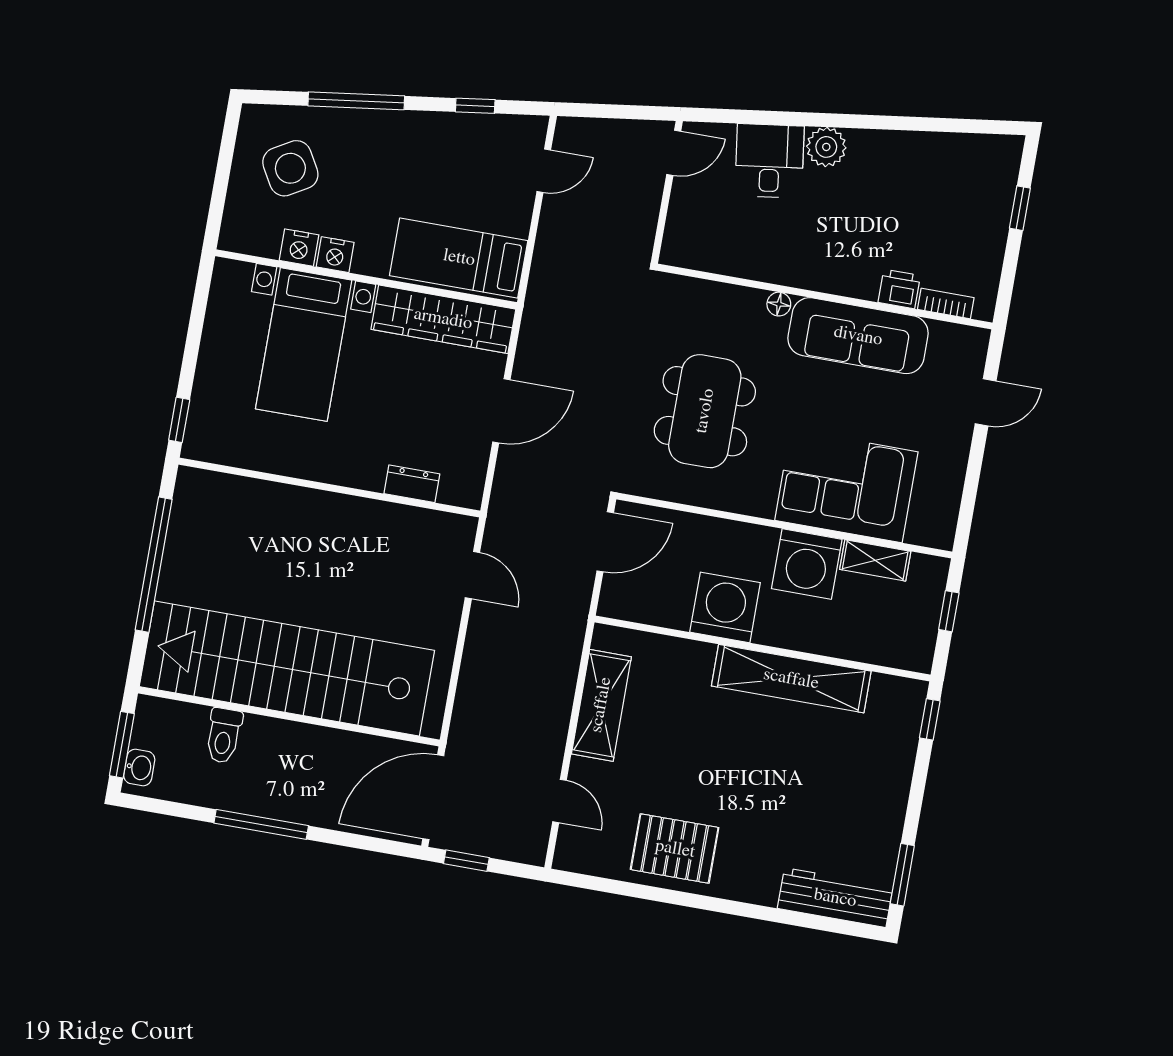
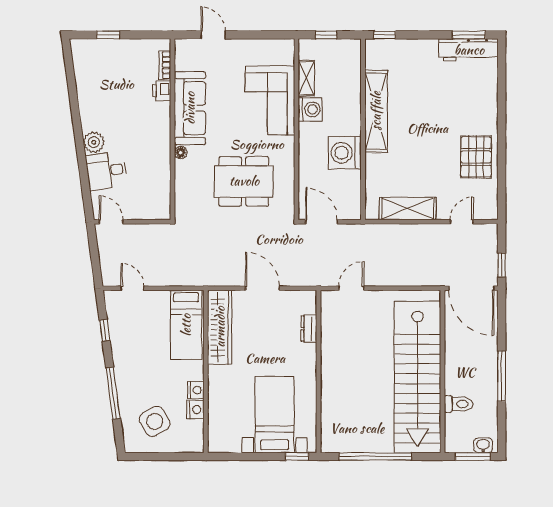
bed with nightstands: (304, 345) -> (275, 415), moved, turned -90
washing machine: (807, 564) -> (310, 109), width x0.73, depth x0.73
workbench: (835, 898) -> (469, 50), moved, turned -90

